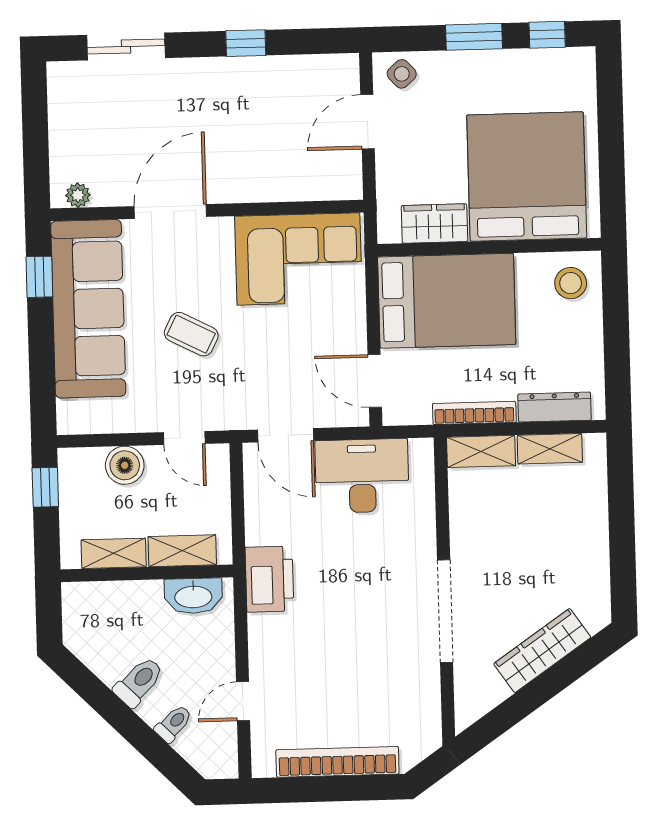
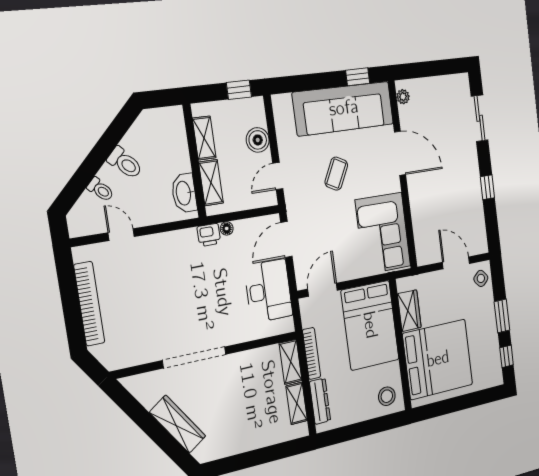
floor lamp: (255, 534) -> (227, 228), added
printer: (269, 579) -> (209, 235), width x0.53, depth x0.68

